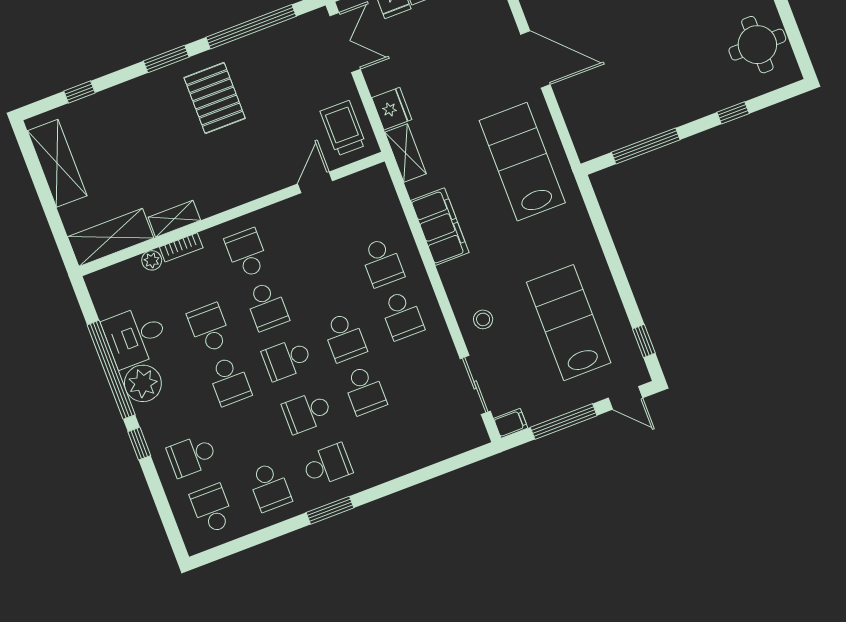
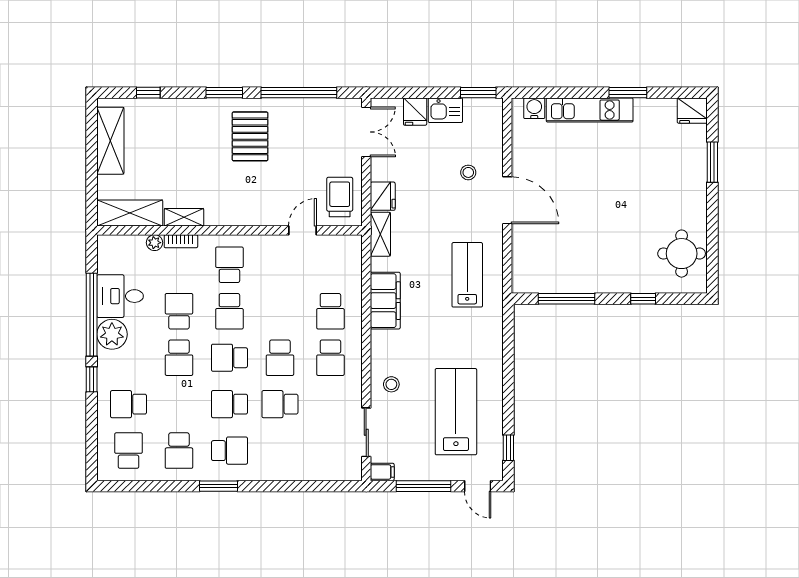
stool: (479, 45) -> (468, 172), added
lab bench: (522, 162) -> (467, 275), width x0.73, depth x0.72
school desk: (365, 390) -> (280, 404), turned 90

